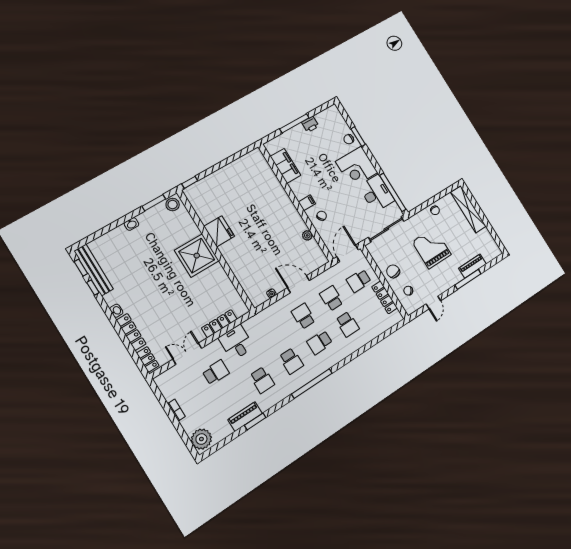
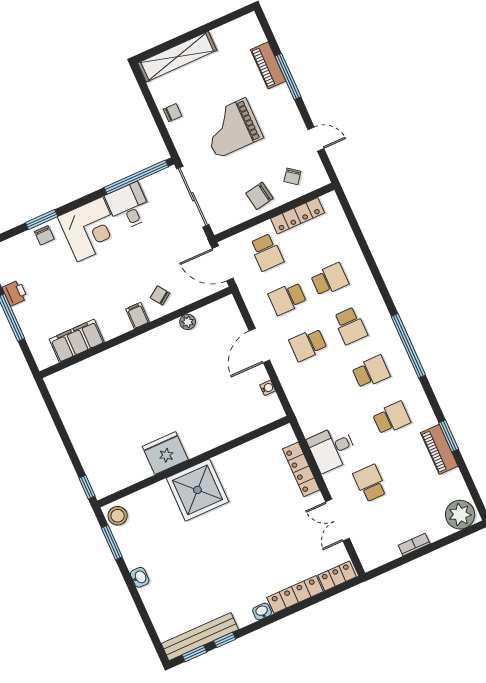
desk: (377, 193) -> (129, 206), width x0.73

